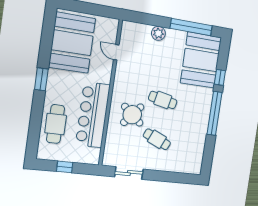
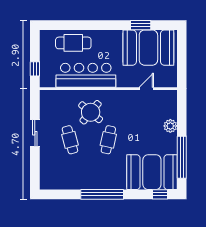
window: (220, 77) -> (160, 194), moved
window: (41, 79) -> (141, 25), moved
cafe table: (157, 139) -> (70, 140), turned -39
window: (65, 167) -> (35, 69), moved
sliding door: (129, 173) -> (35, 133), moved

